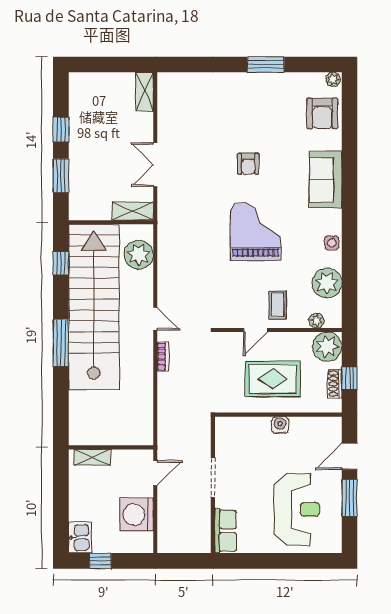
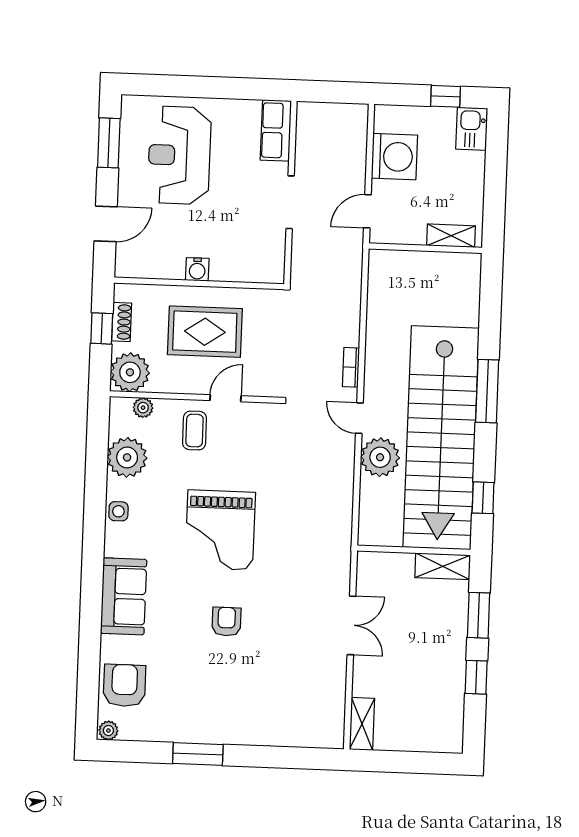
shelving: (133, 211) -> (443, 566), moved
plant: (139, 255) -> (380, 457), moved
window: (349, 498) -> (109, 143), moved

